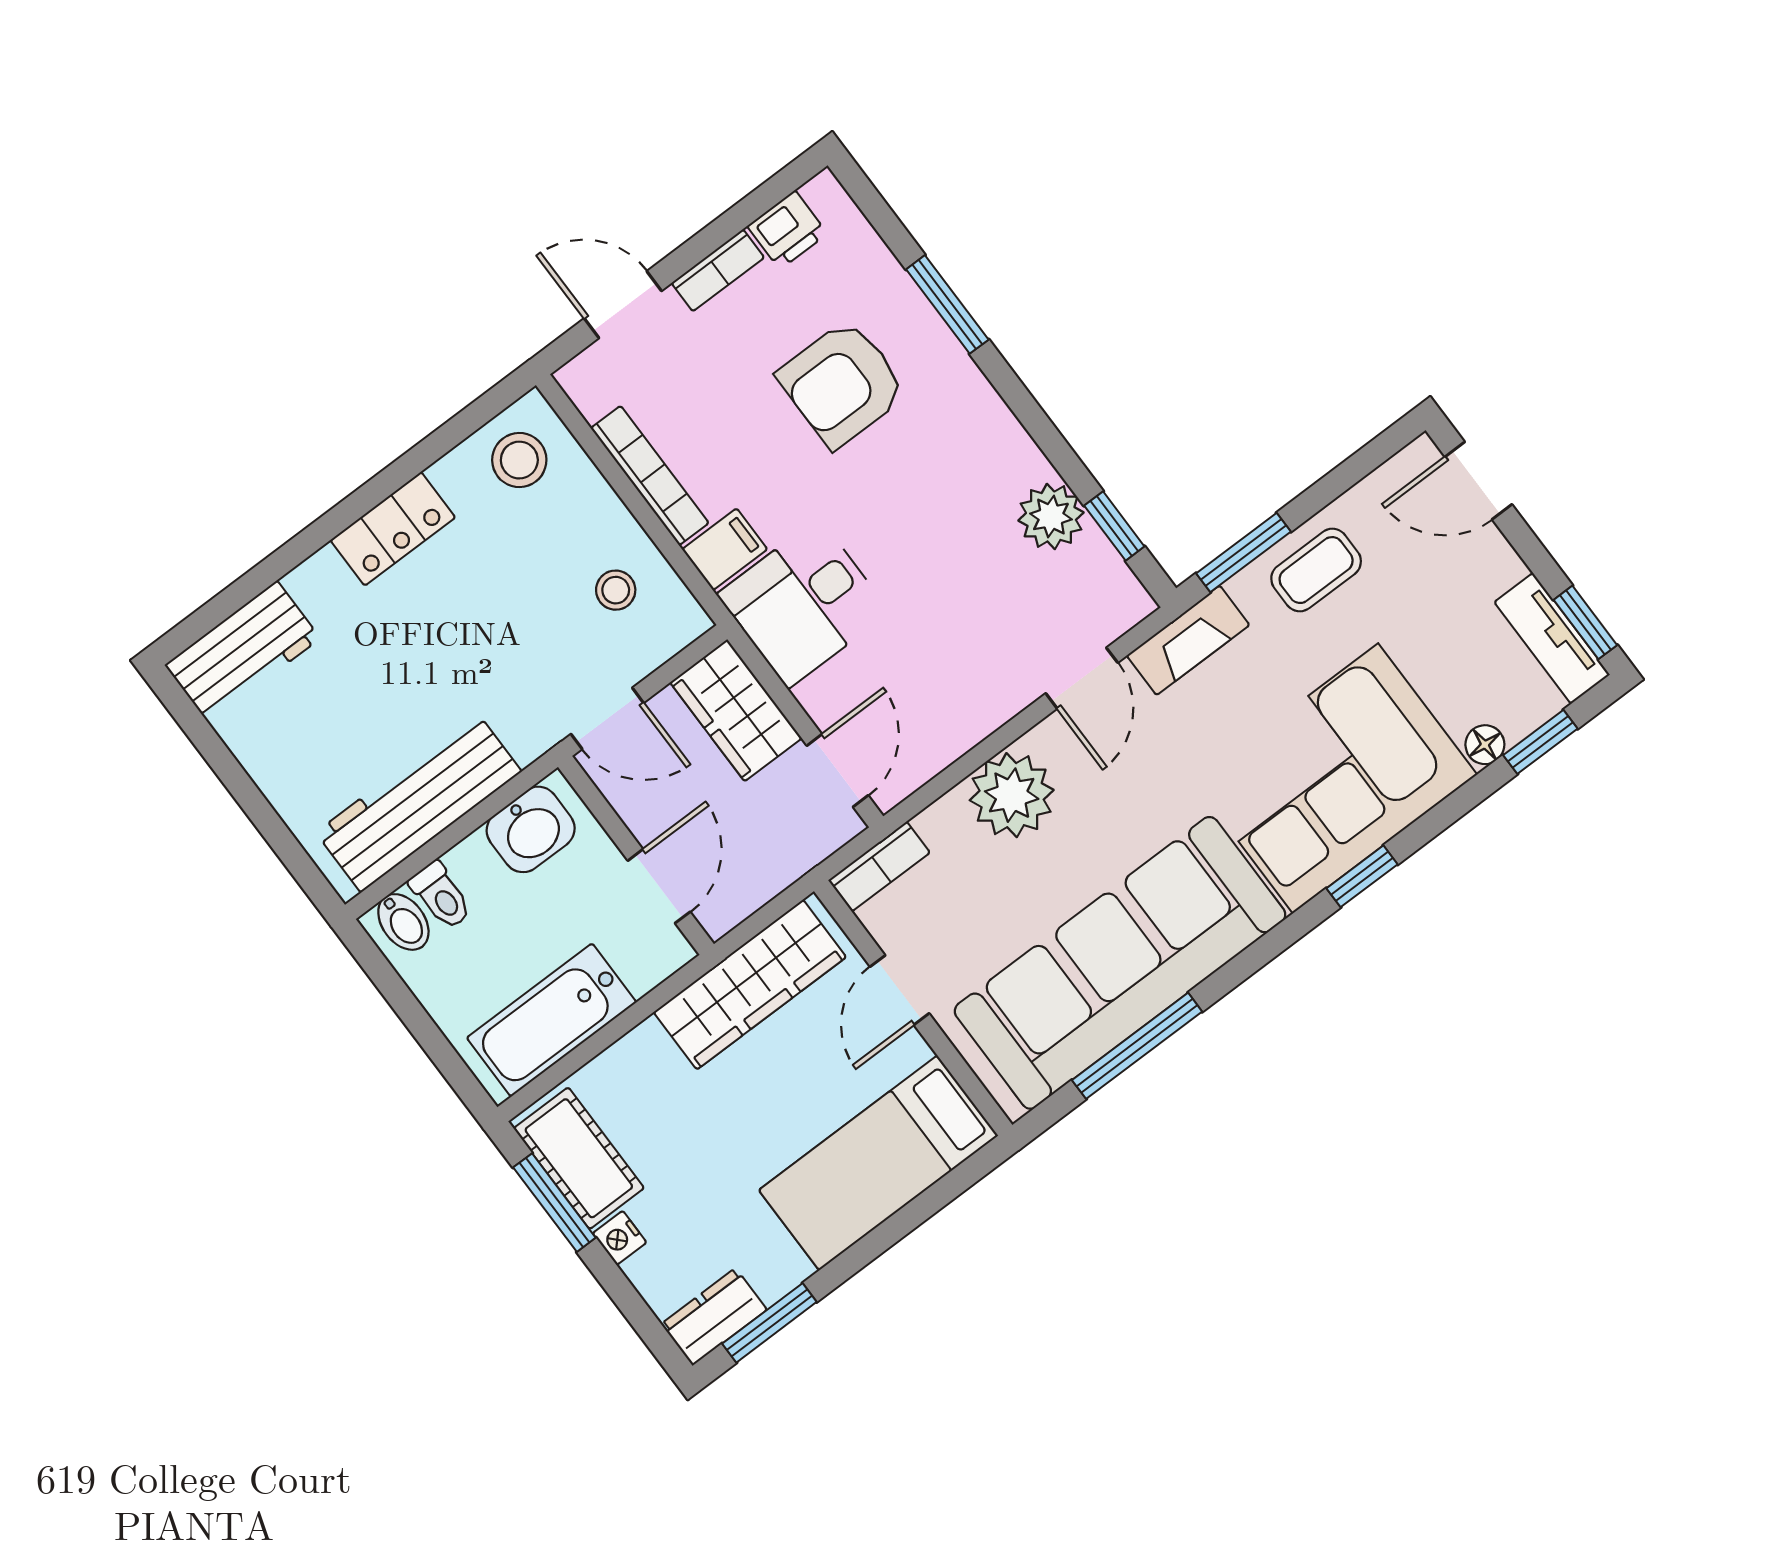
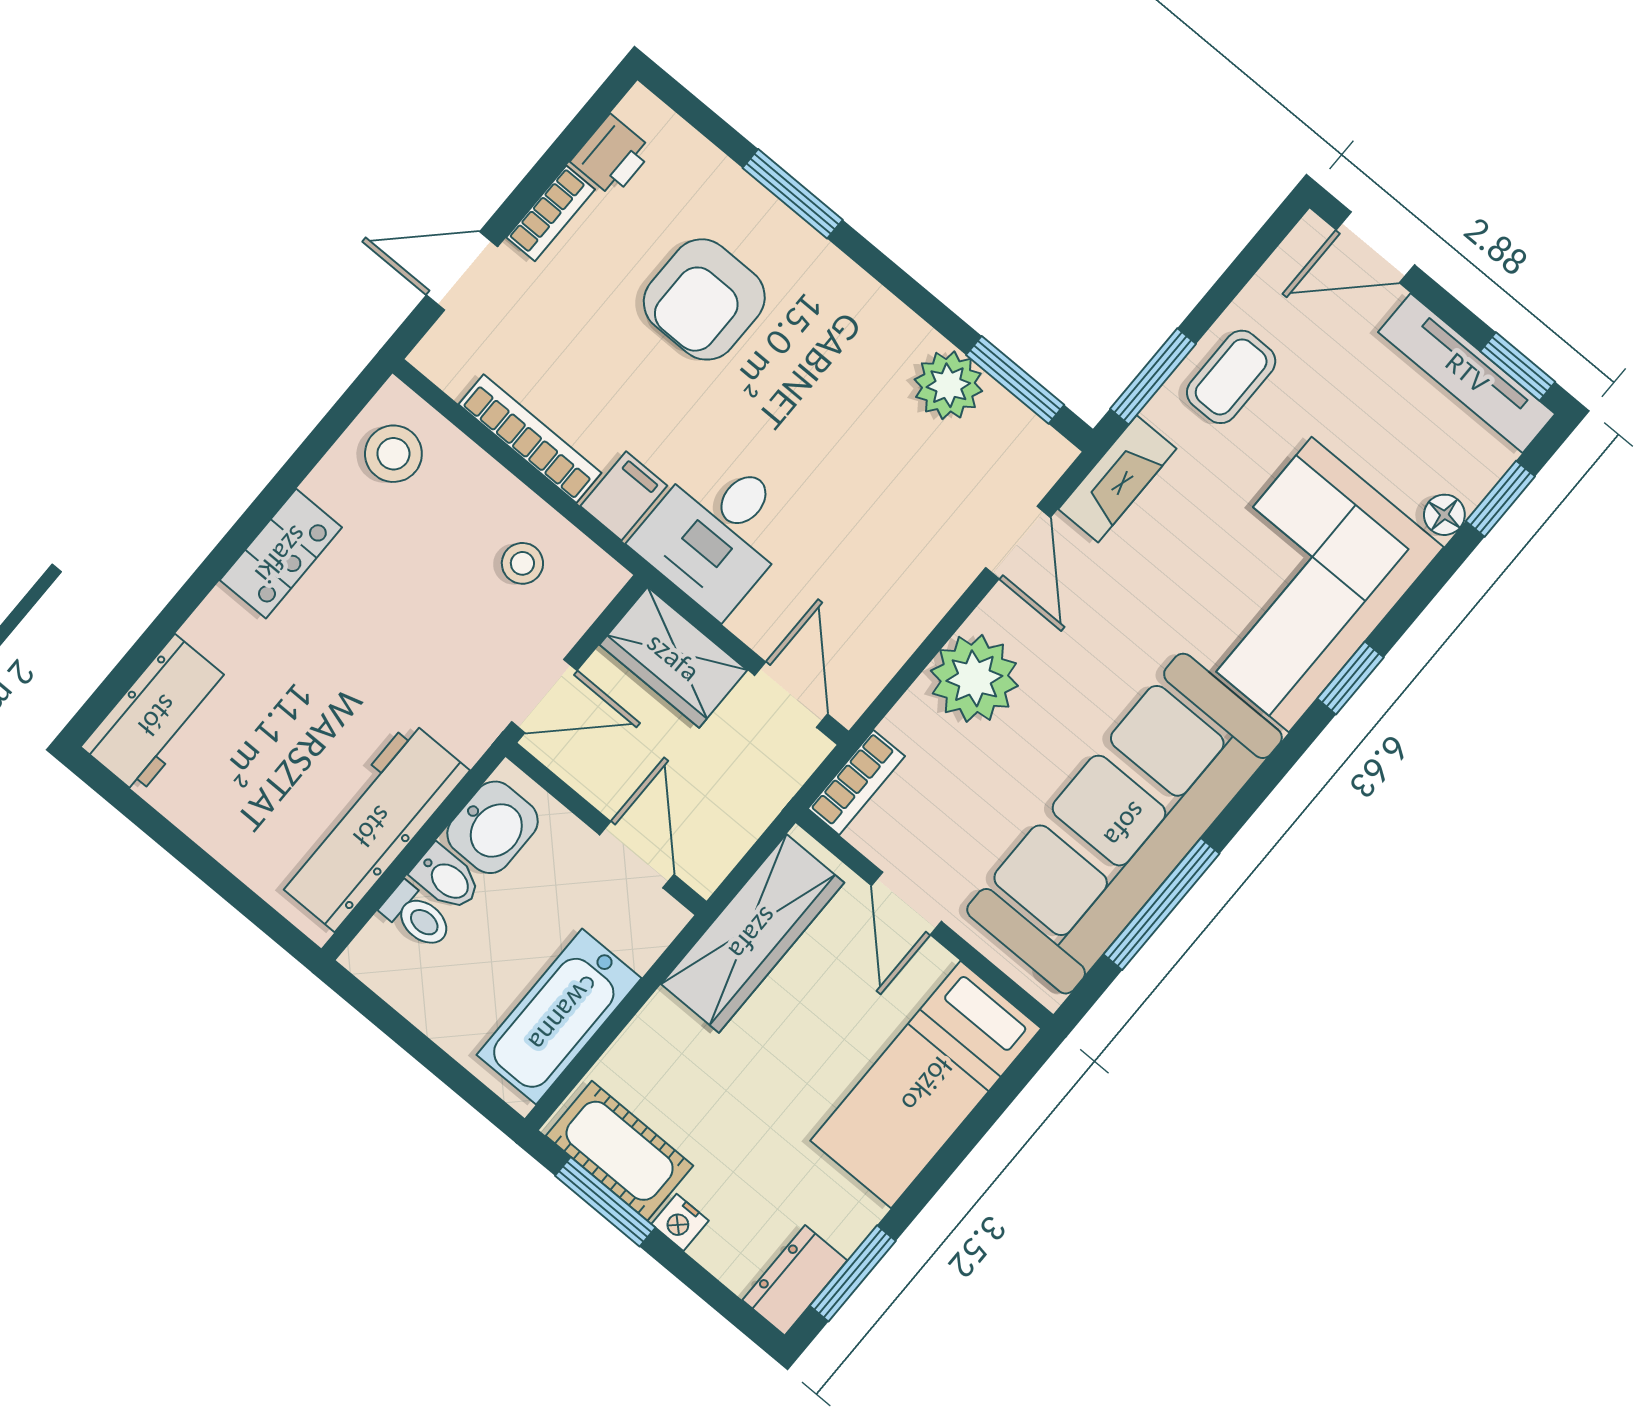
window: (1114, 526) -> (1015, 380), width x1.50
tv unit: (1552, 638) -> (1467, 373), width x1.41
bidet: (403, 922) -> (446, 878), moved

